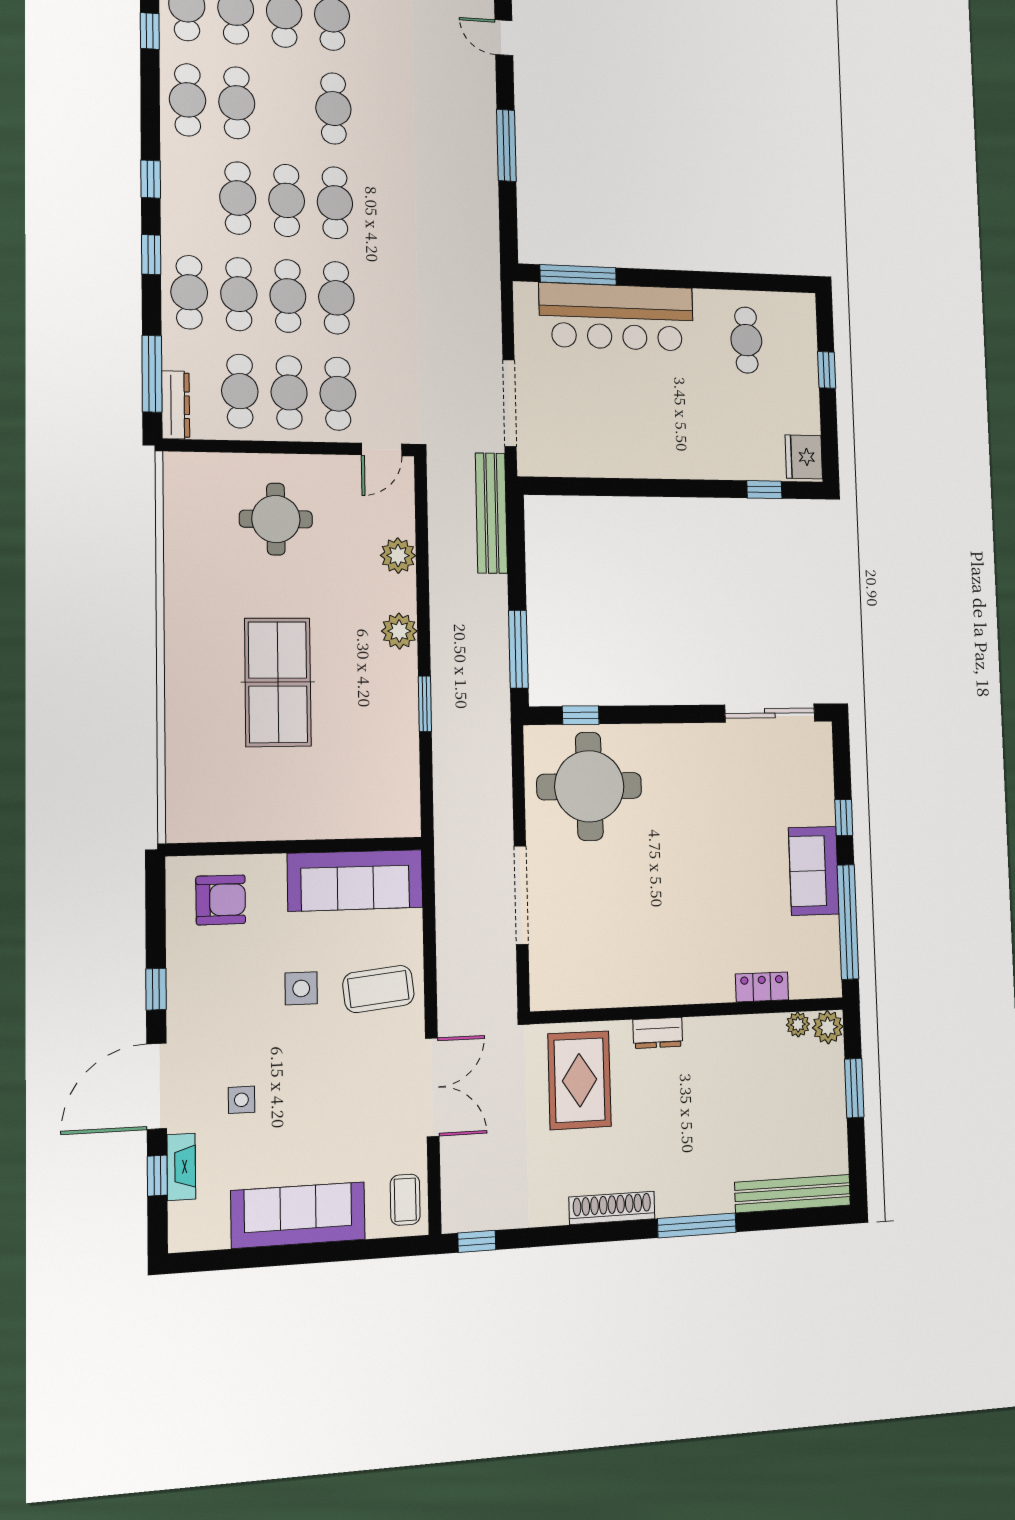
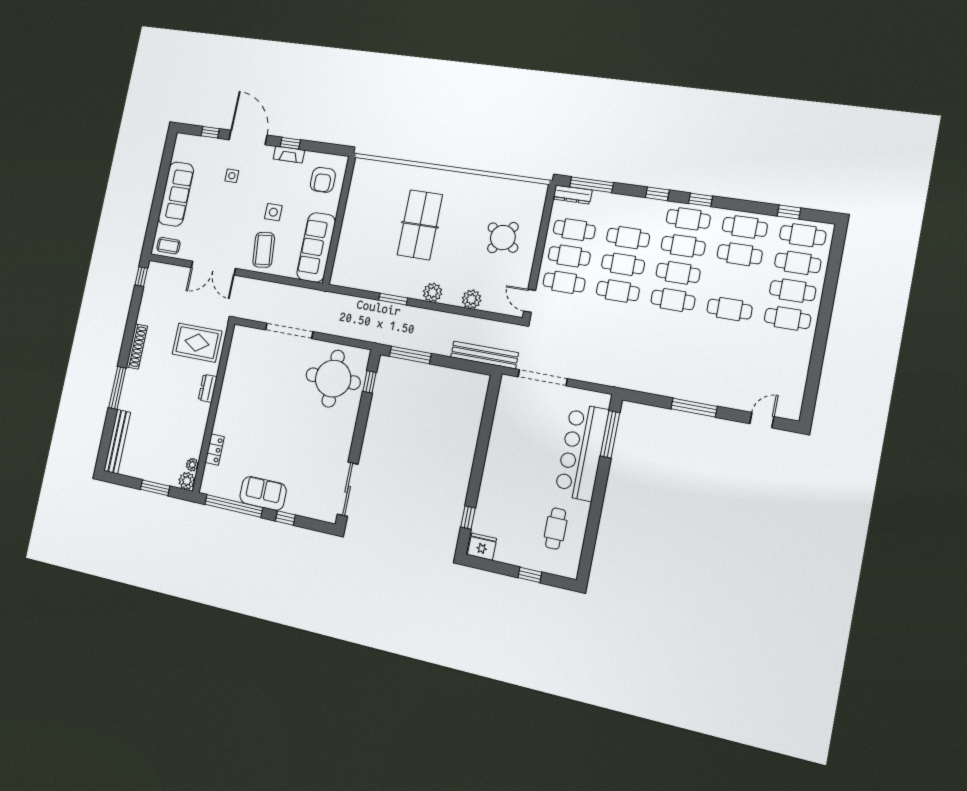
cafe table: (189, 292) -> (688, 219), moved
cafe table: (746, 340) -> (556, 529), turned 90
round table: (276, 519) -> (503, 238), turned 35
table tennis table: (278, 682) -> (420, 225), turned 90
fireplace: (181, 1167) -> (289, 155), moved

